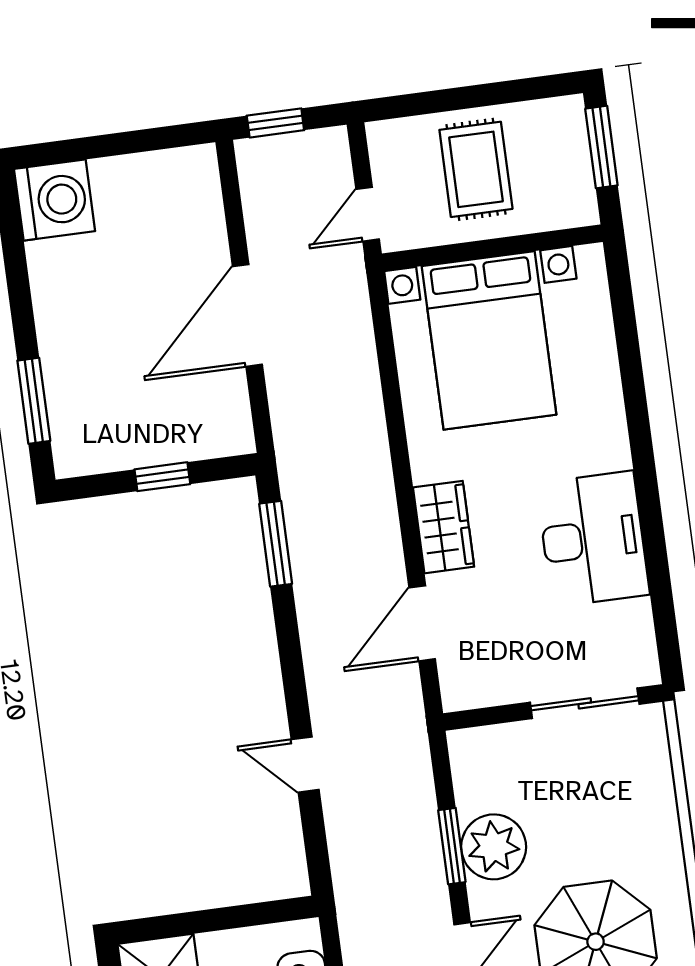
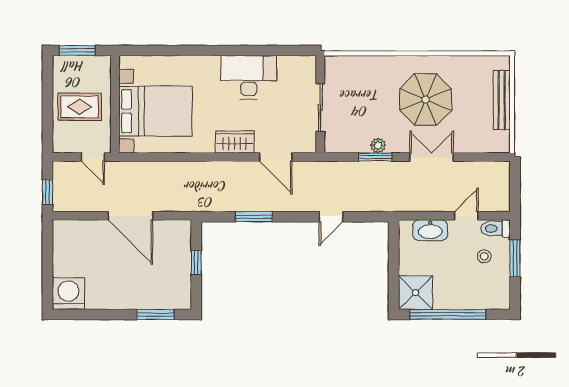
window: (276, 544) -> (254, 217), moved
sliding door: (585, 703) -> (320, 108), moved
plant: (494, 847) -> (378, 145), width x0.53, depth x0.53

